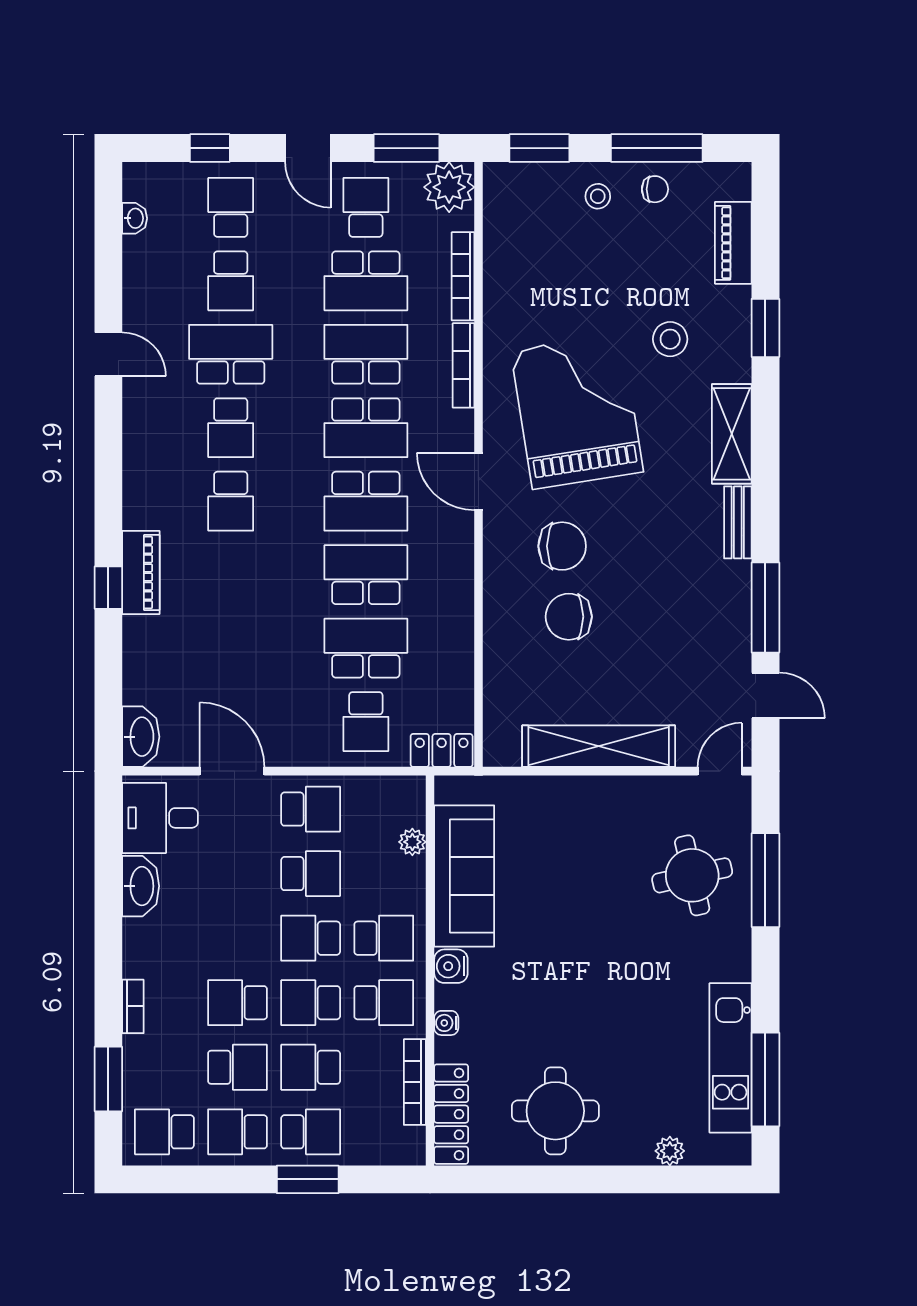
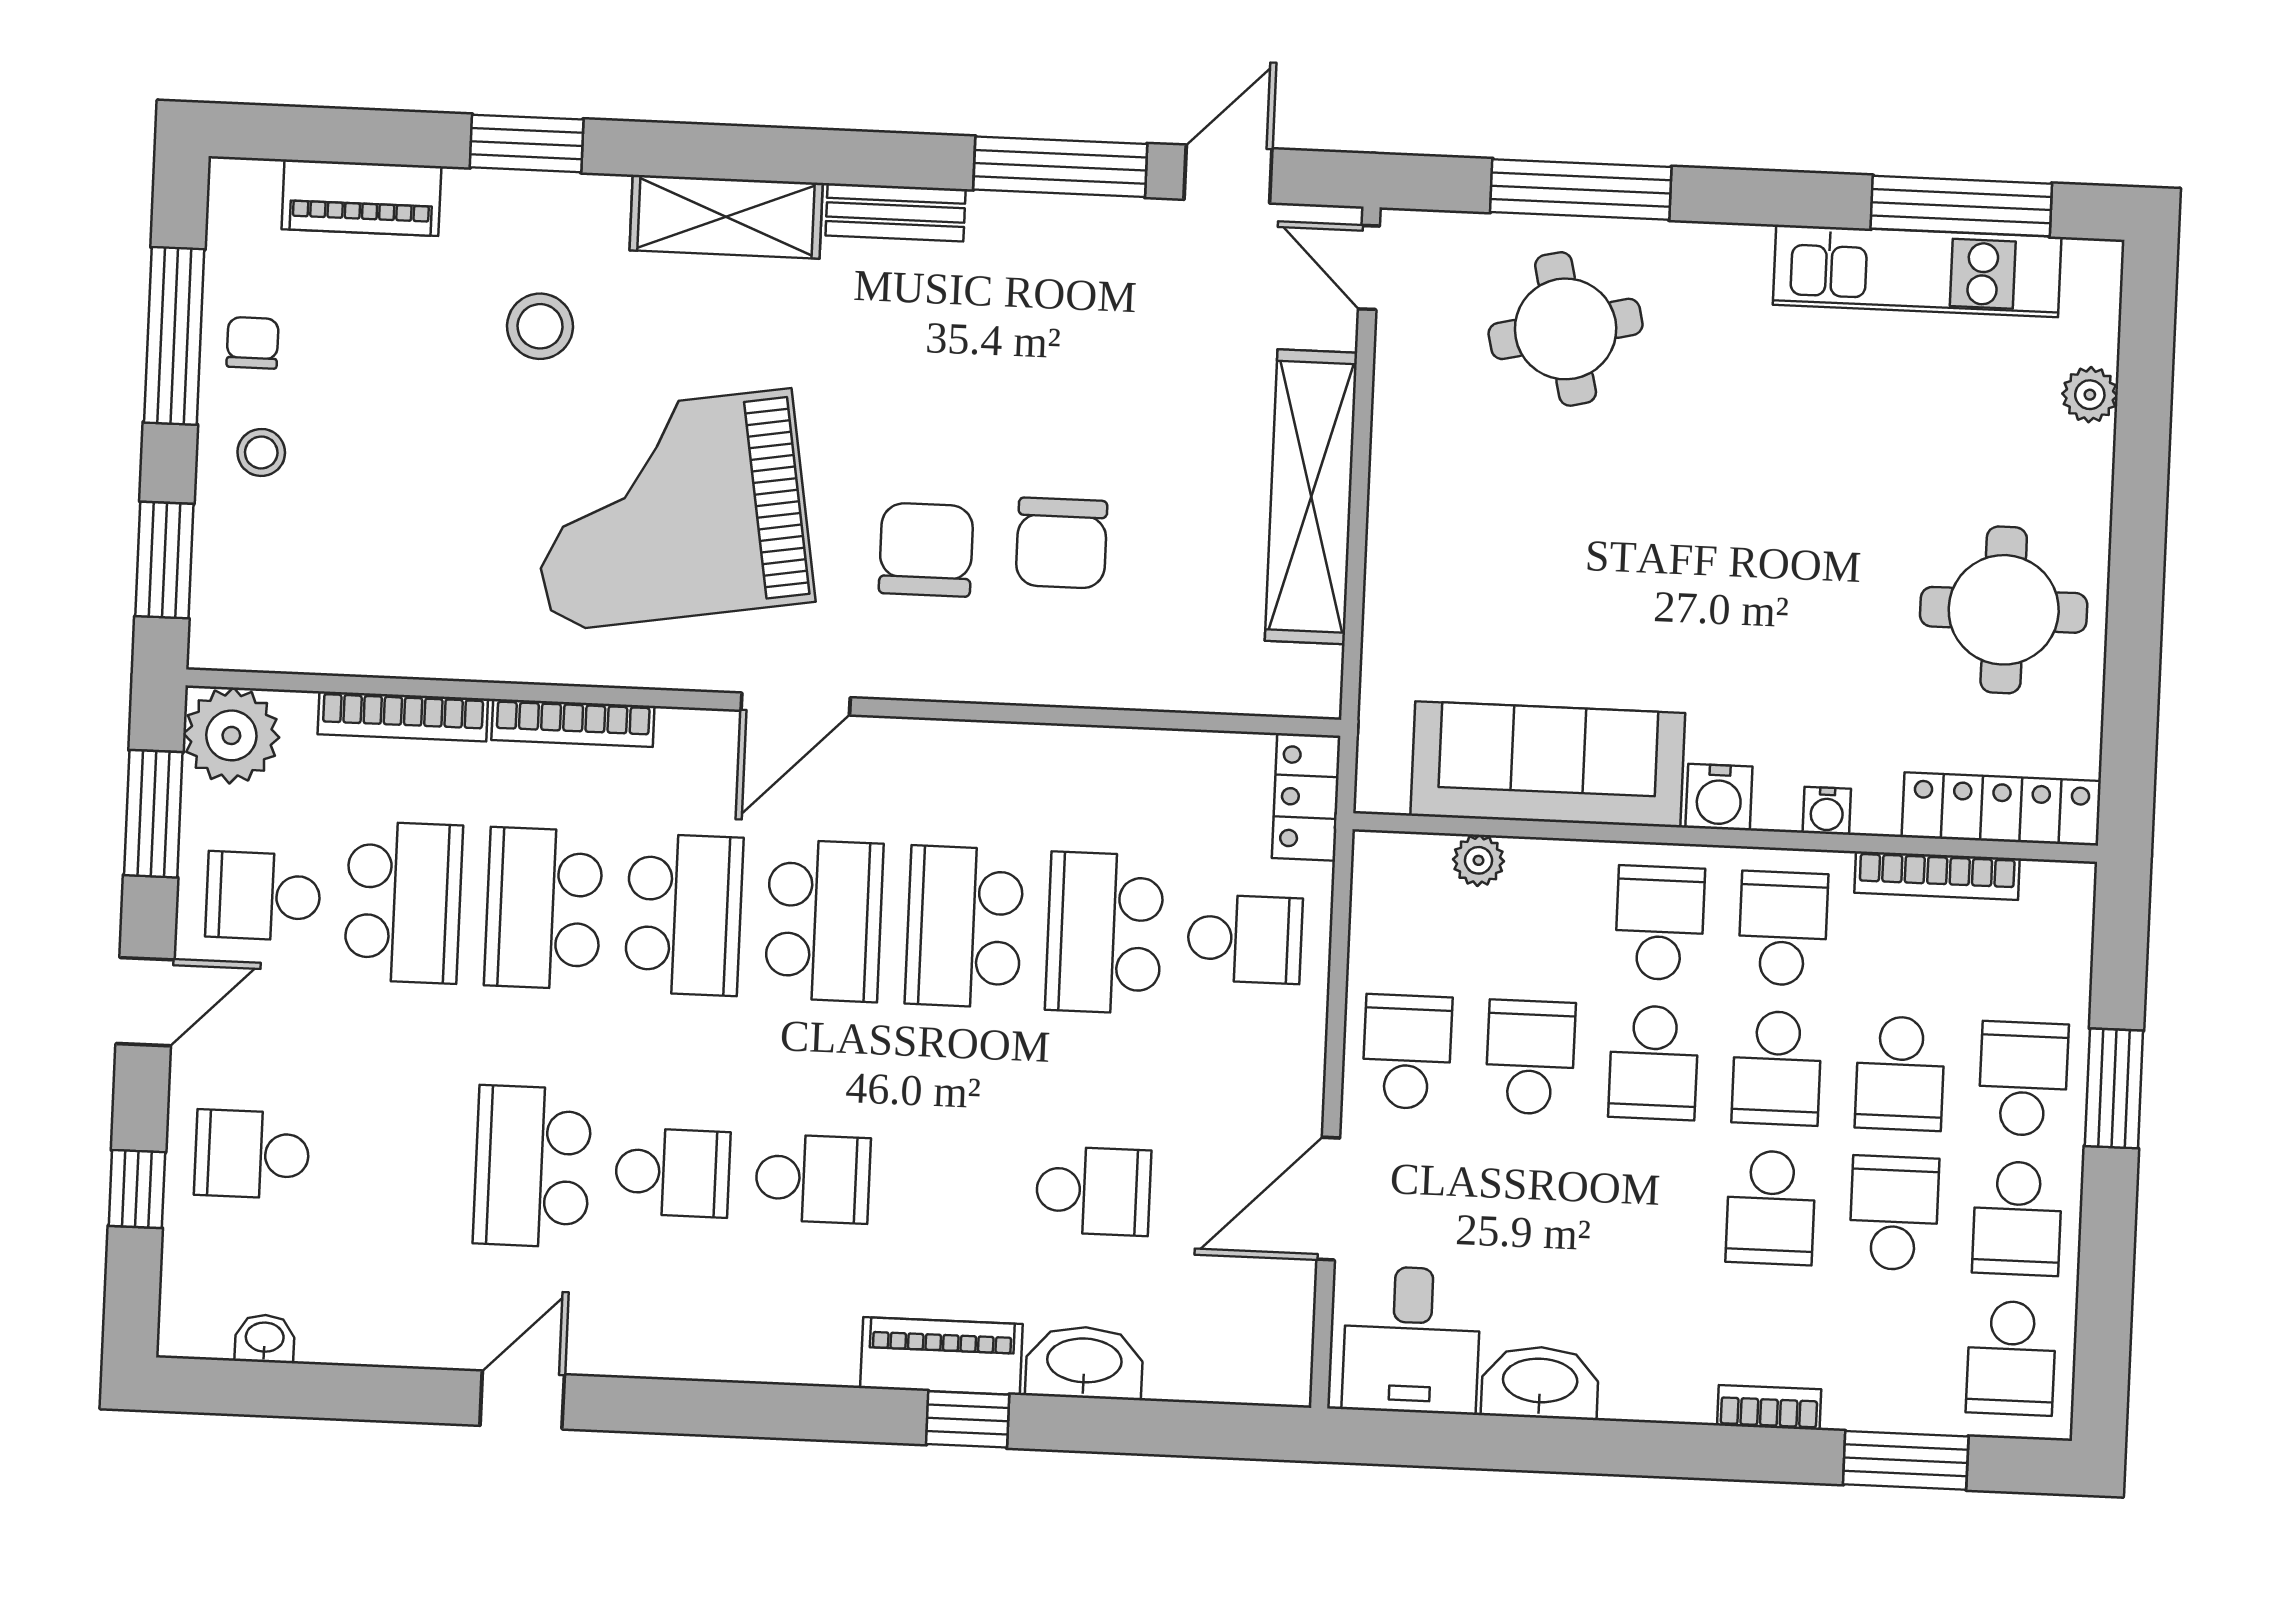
school desk: (231, 281) -> (1093, 1191), moved
washbasin: (141, 737) -> (1084, 1363), moved

